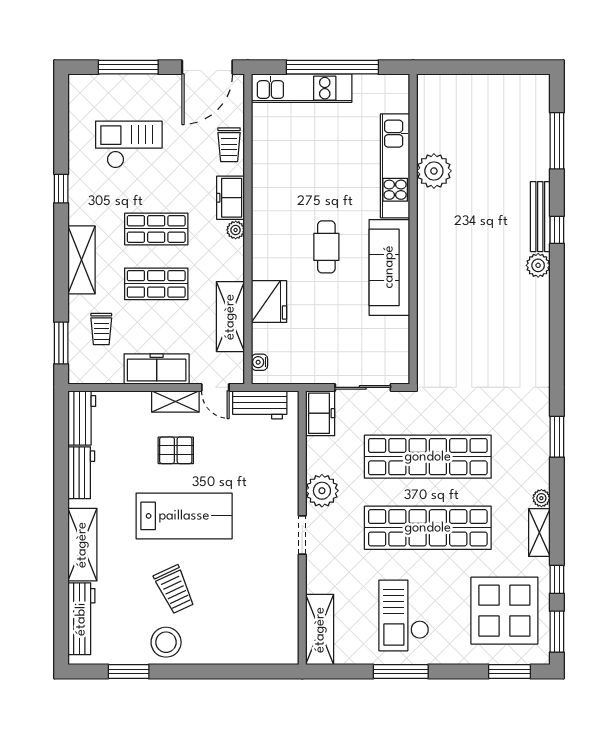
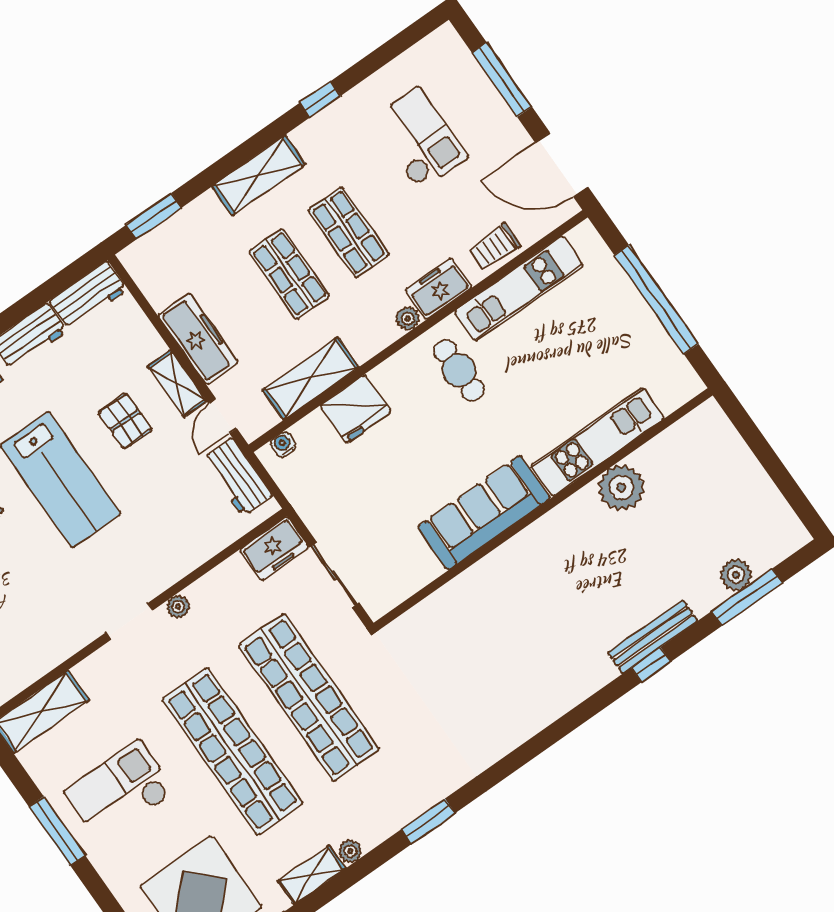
kitchen unit: (302, 88) -> (519, 289), moved, turned -90
cafe table: (326, 247) -> (459, 370), moved, turned 90
plant: (538, 265) -> (736, 575), moved
trolley: (101, 329) -> (199, 249), removed
plant: (322, 491) -> (178, 607), width x0.53, depth x0.53

